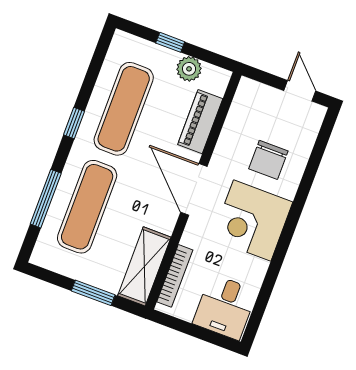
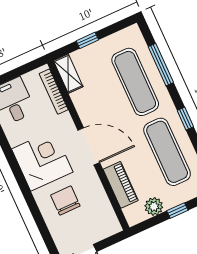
shelving: (144, 266) -> (68, 74), width x0.67, depth x0.75
window: (93, 293) -> (87, 40), width x0.67

